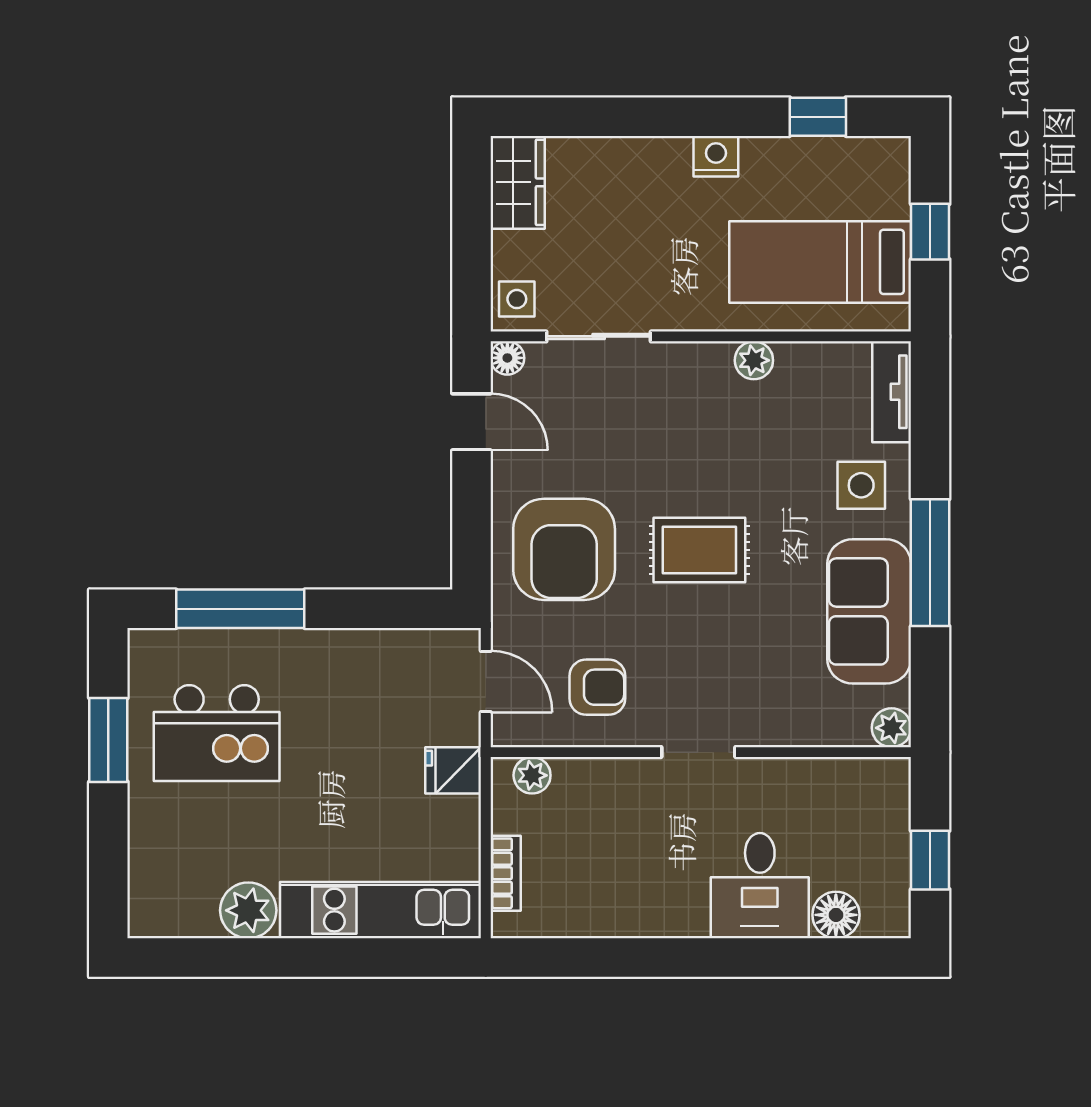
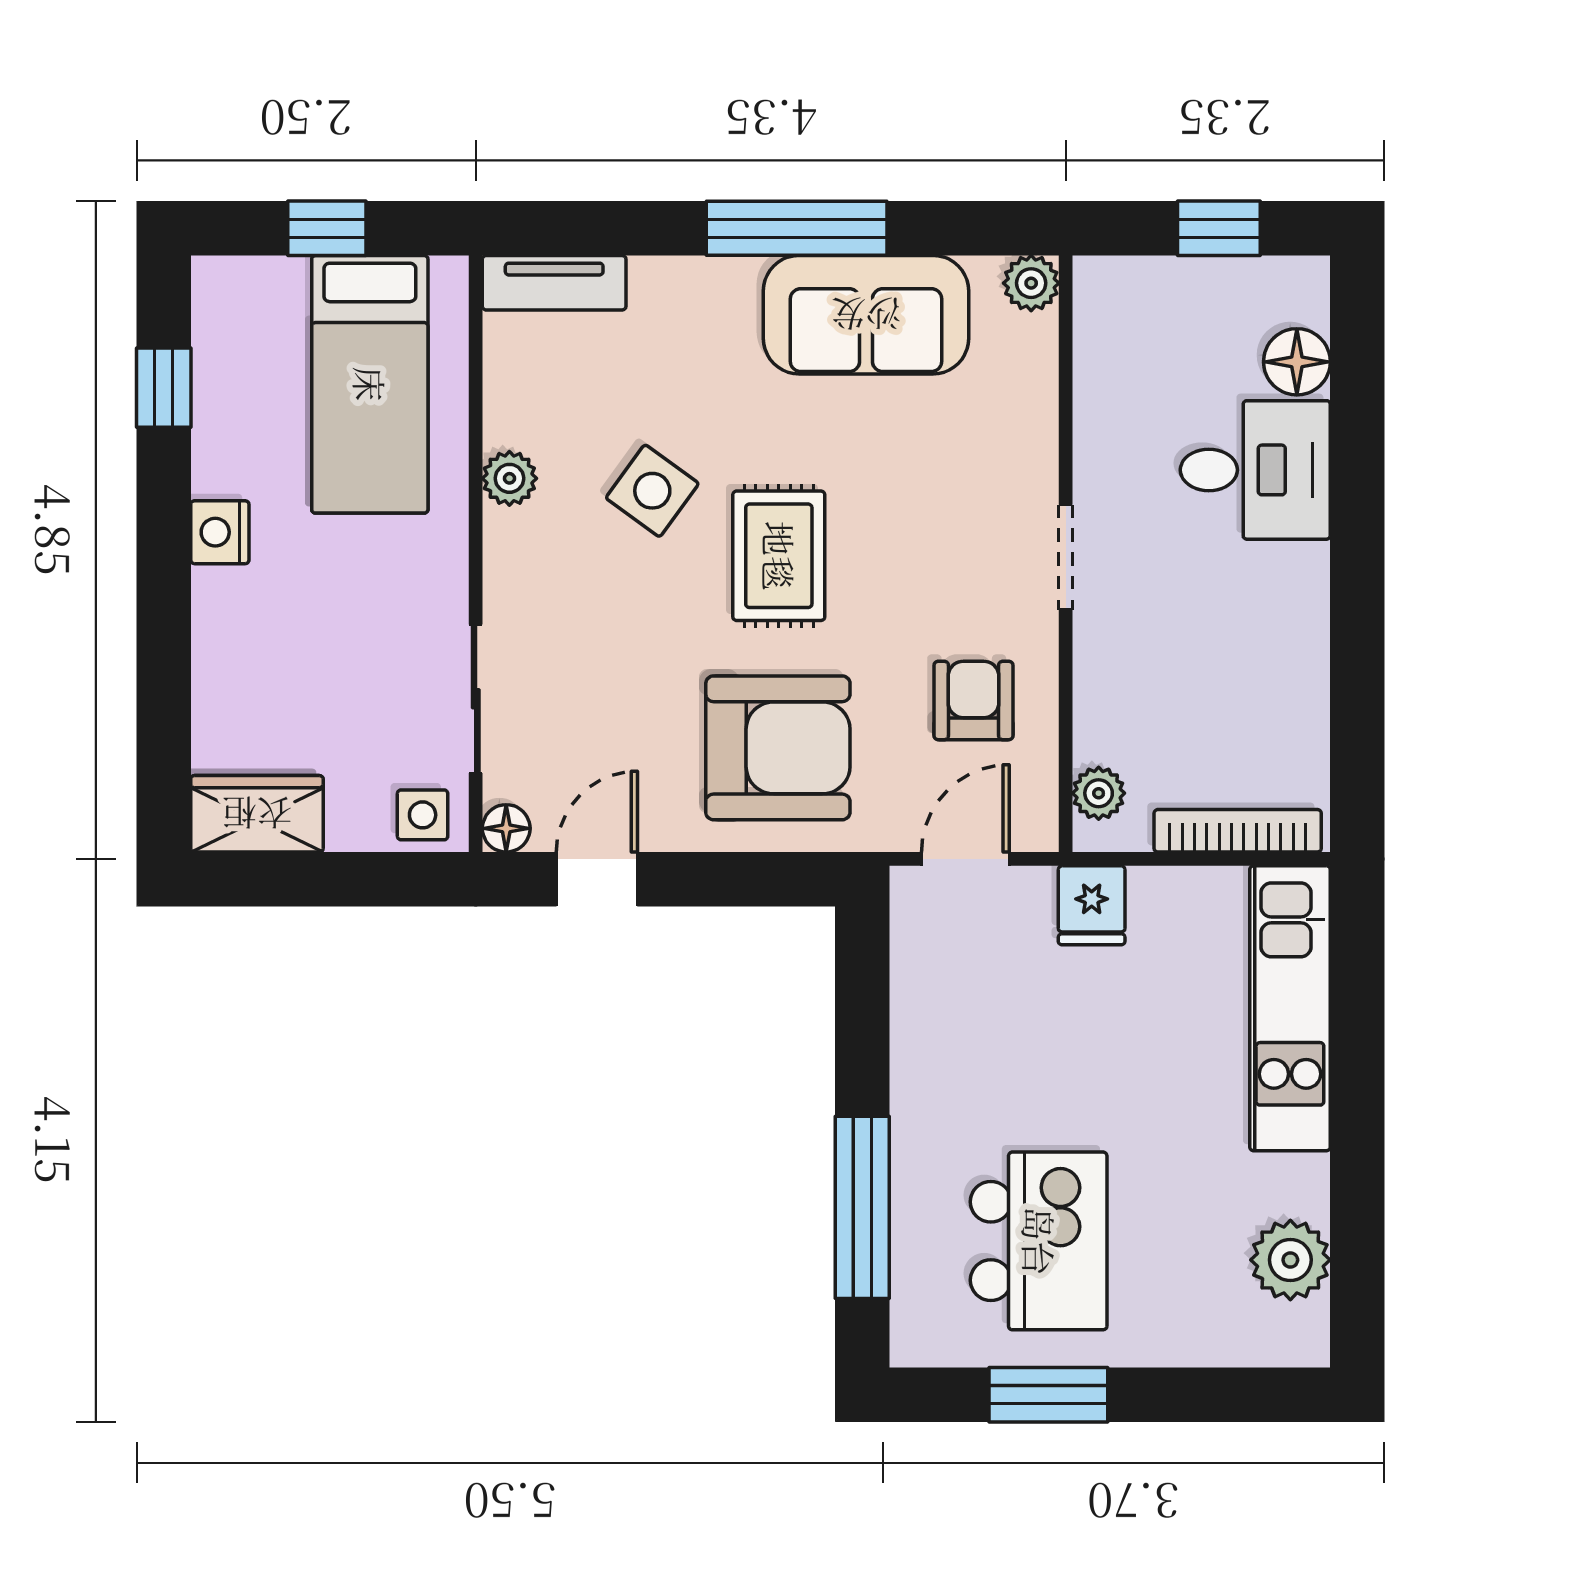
side table: (861, 485) -> (652, 491), moved, turned 36
bookcase: (506, 873) -> (1238, 831), width x1.56
plant: (248, 910) -> (1290, 1260), moved

